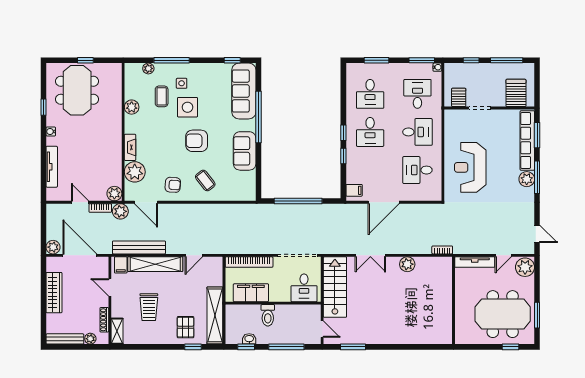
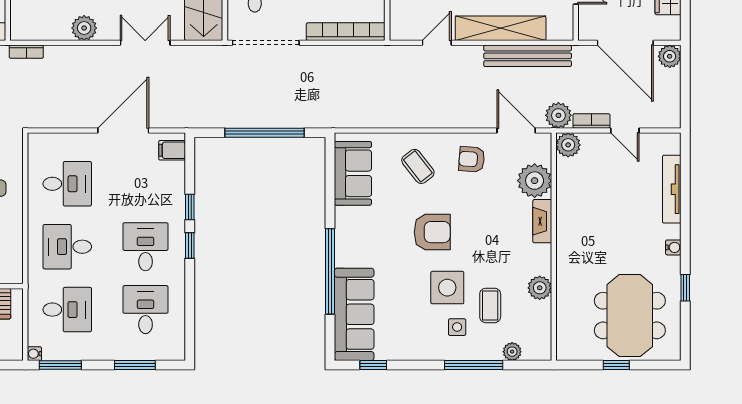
desk: (417, 94) -> (67, 310), turned -90
sofa: (245, 151) -> (353, 173), moved
filing cabinet: (121, 265) -> (558, 27), removed

